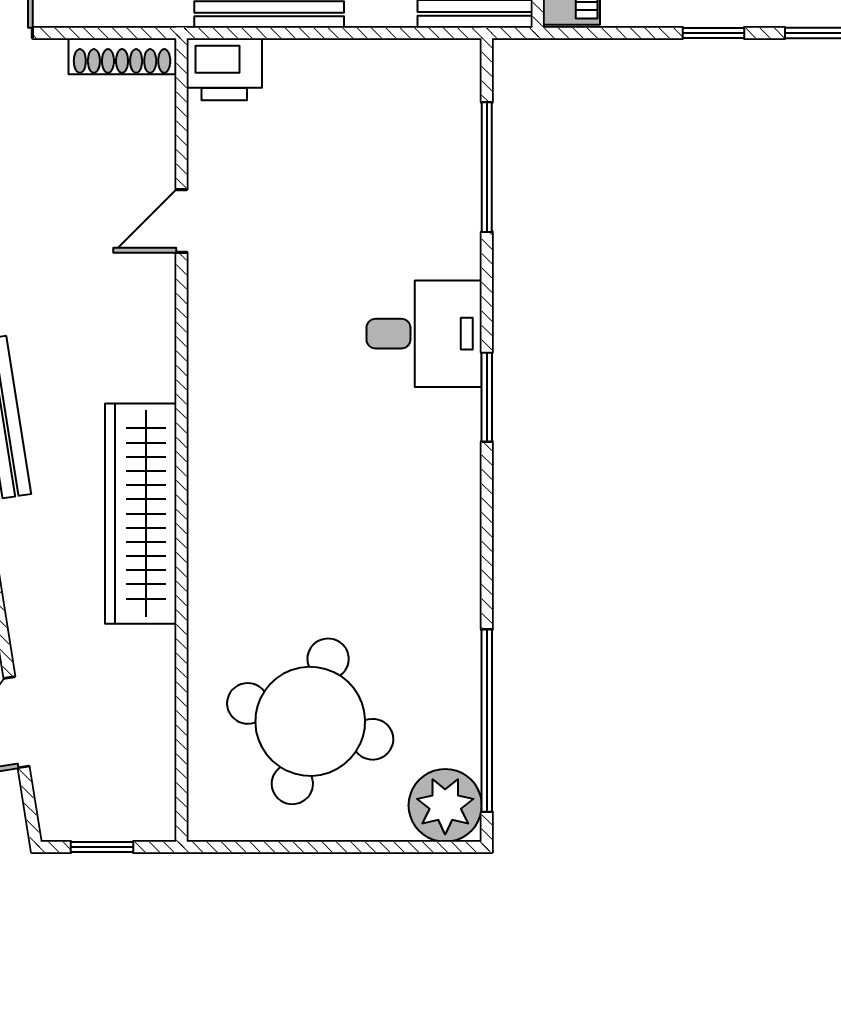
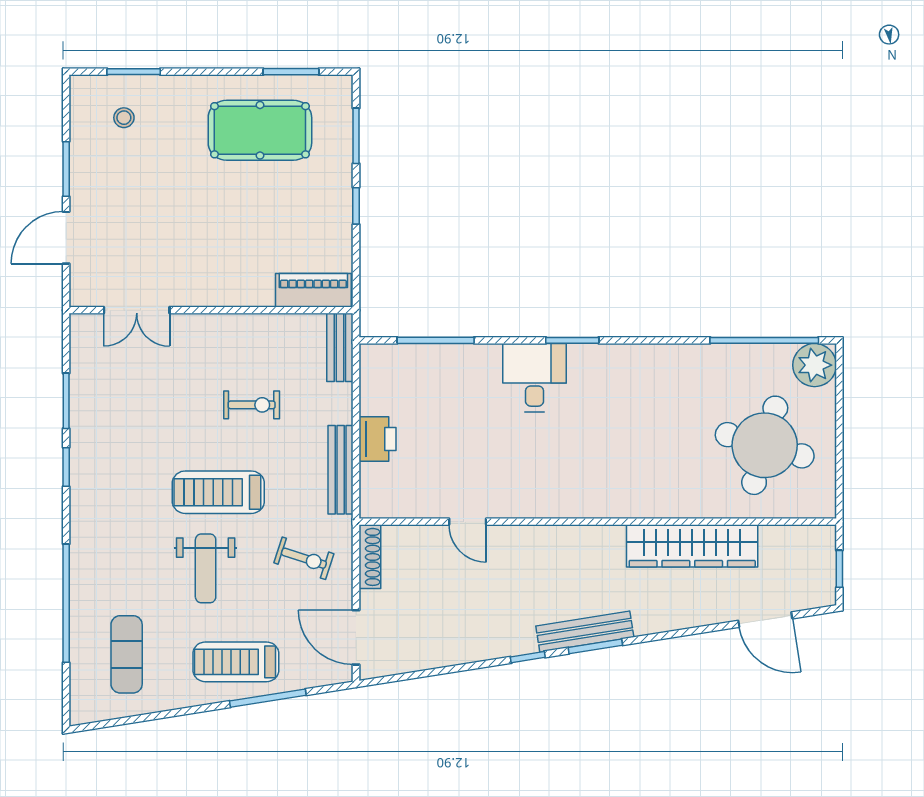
printer: (224, 69) -> (378, 439), moved
wardrobe: (141, 514) -> (692, 546), moved

